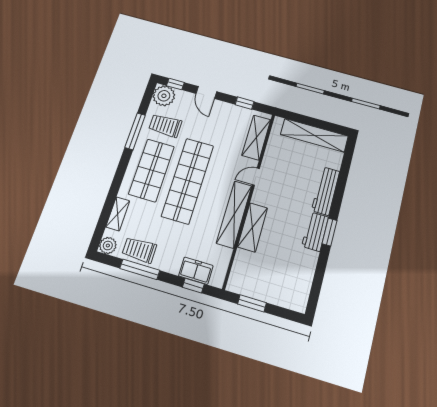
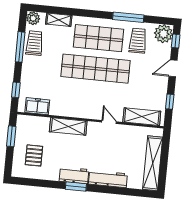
shelving: (234, 214) -> (76, 110), removed
freezer: (196, 271) -> (37, 106), moved, turned -90
pallet: (282, 278) -> (34, 155), added

